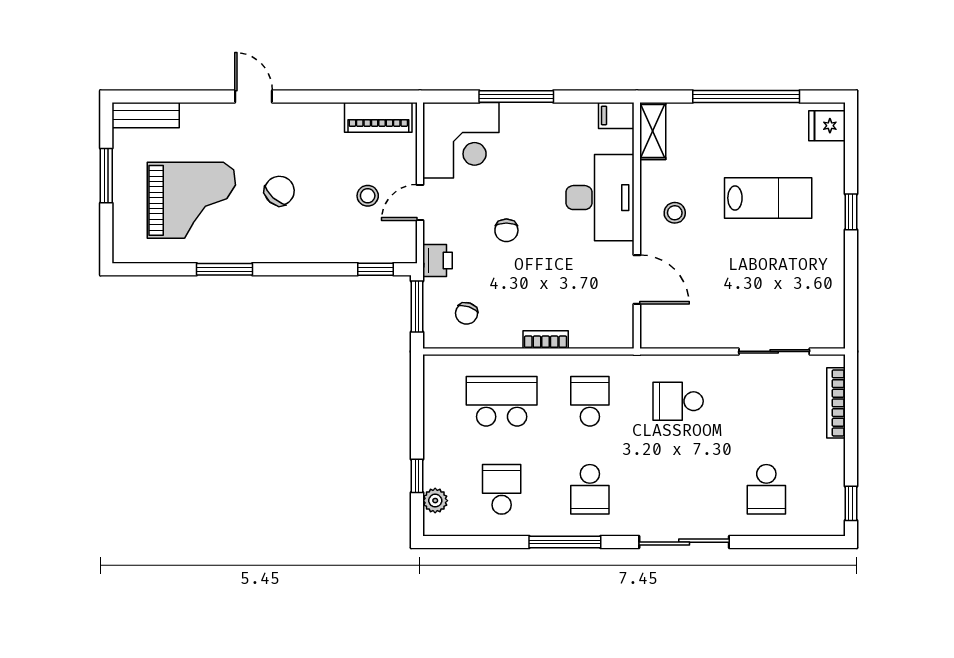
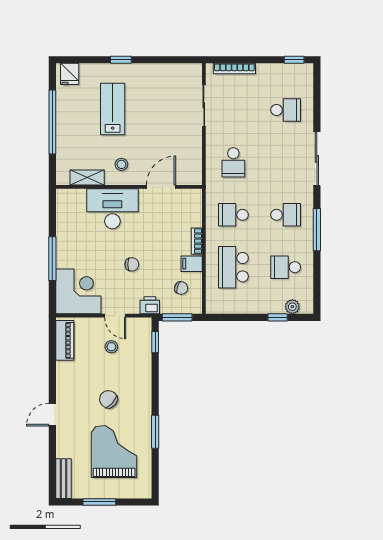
filing cabinet: (616, 115) -> (192, 264), moved, turned 90
shelving: (653, 131) -> (87, 177), moved

